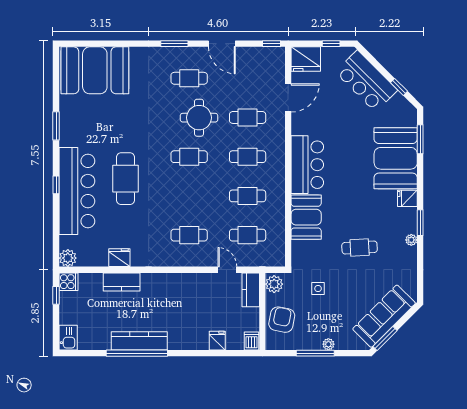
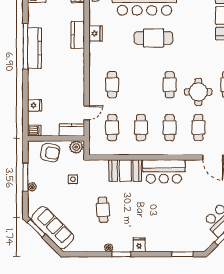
booth: (396, 158) -> (168, 236), removed

